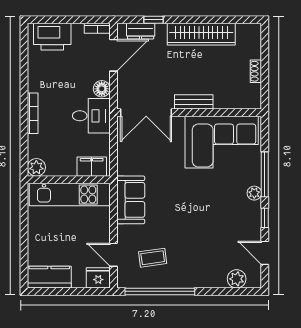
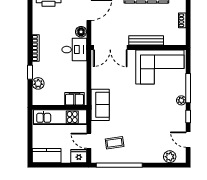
bench: (194, 102) -> (146, 40), width x1.36
window: (24, 150) -> (30, 72), added
filing cabinet: (92, 167) -> (74, 99), moved
wall: (69, 180) -> (59, 107), moved
kitchen unit: (70, 194) -> (60, 117), moved

